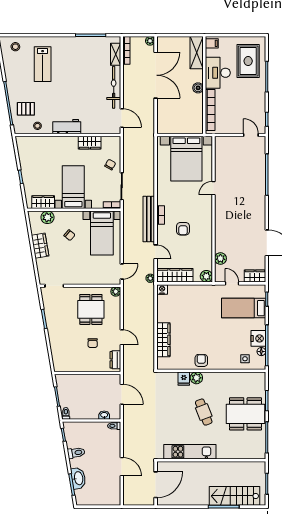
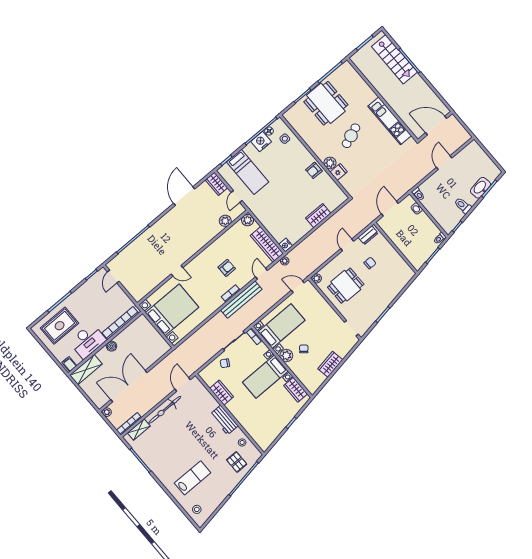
plant: (47, 217) -> (286, 356), moved
wardrobe: (163, 340) -> (318, 216), width x0.67

